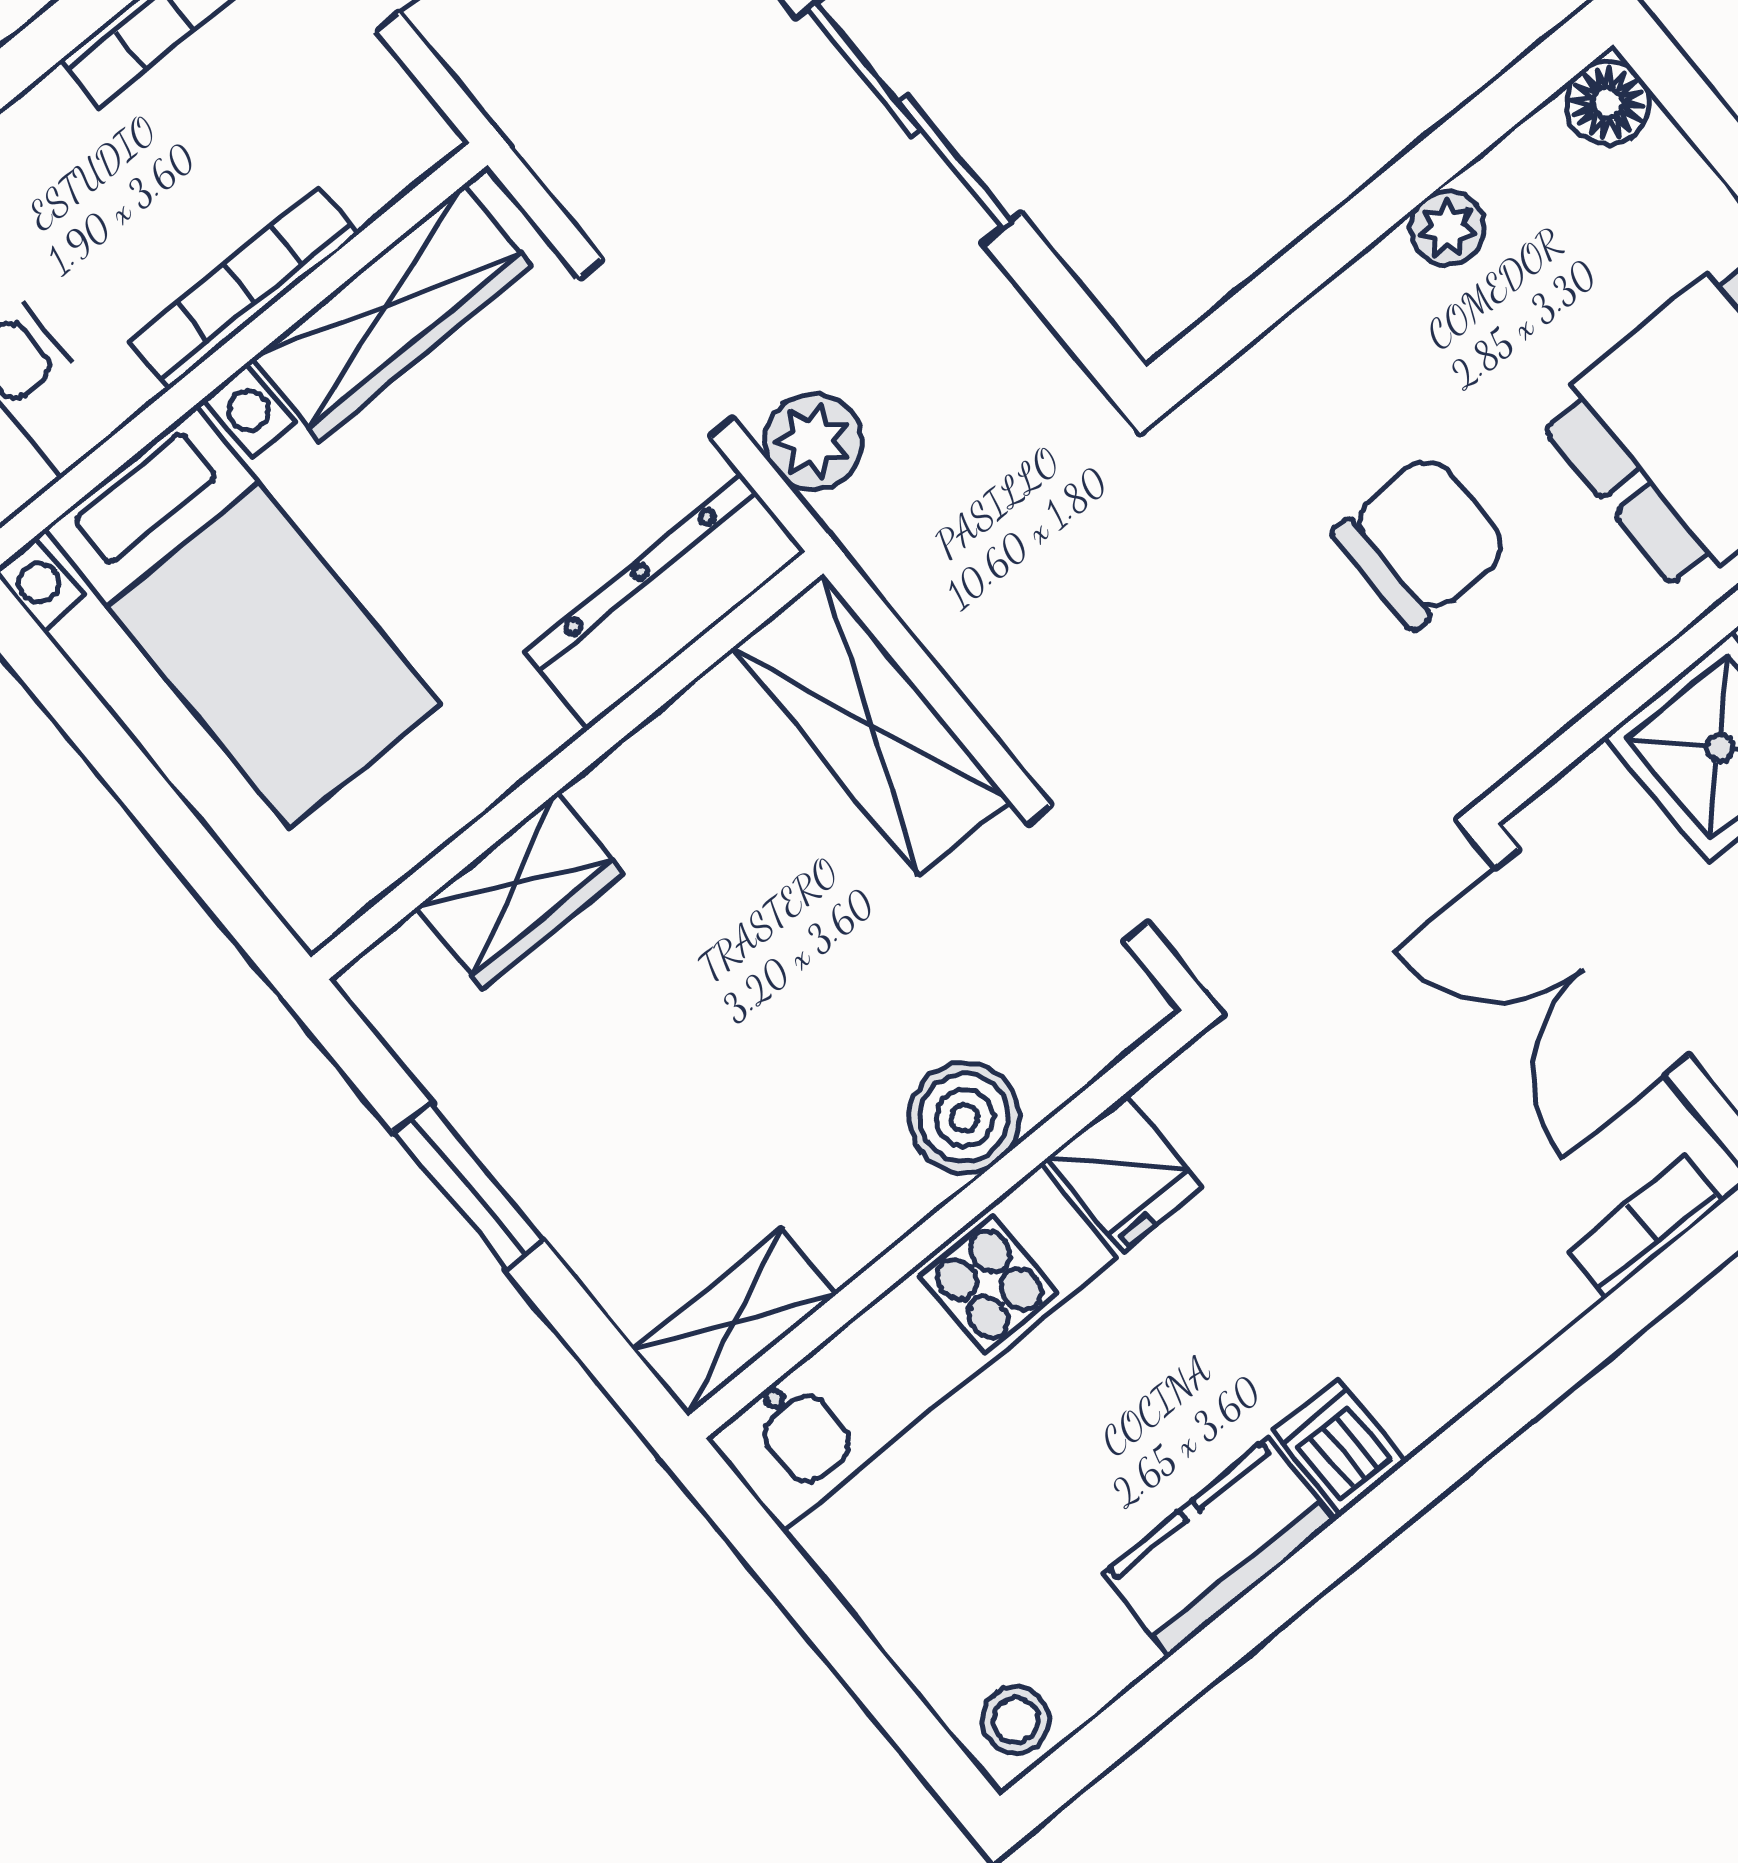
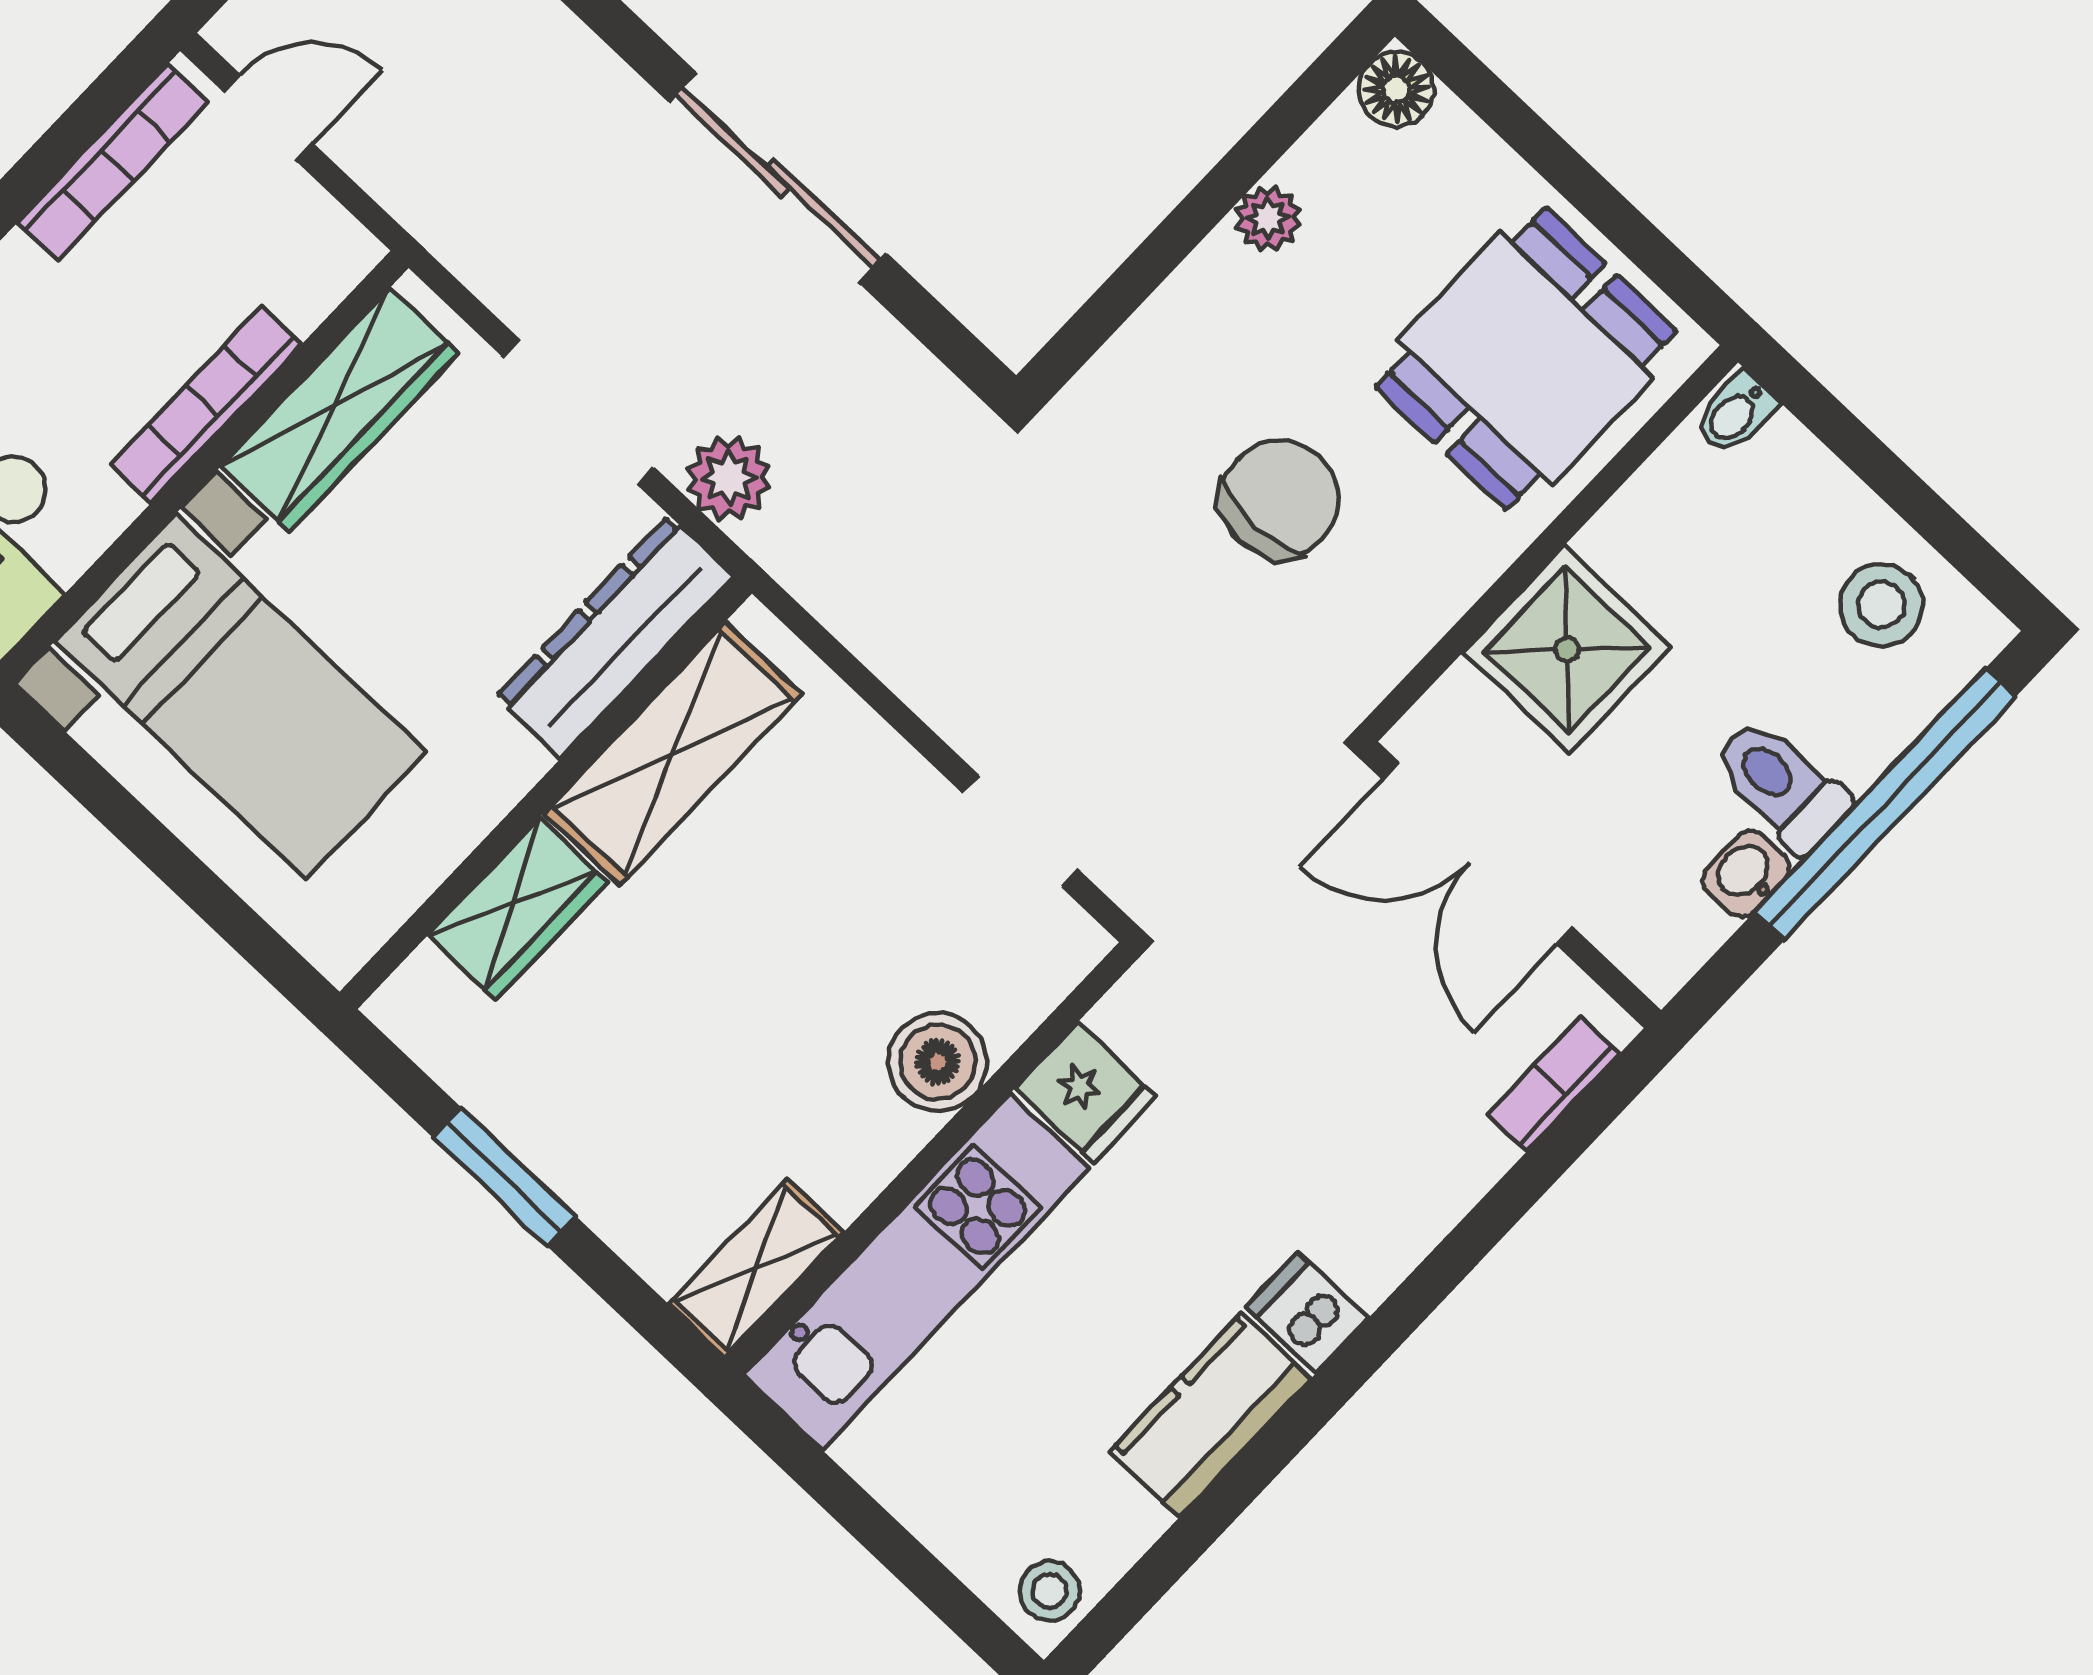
shelving: (871, 724) -> (673, 754), moved, turned 90

